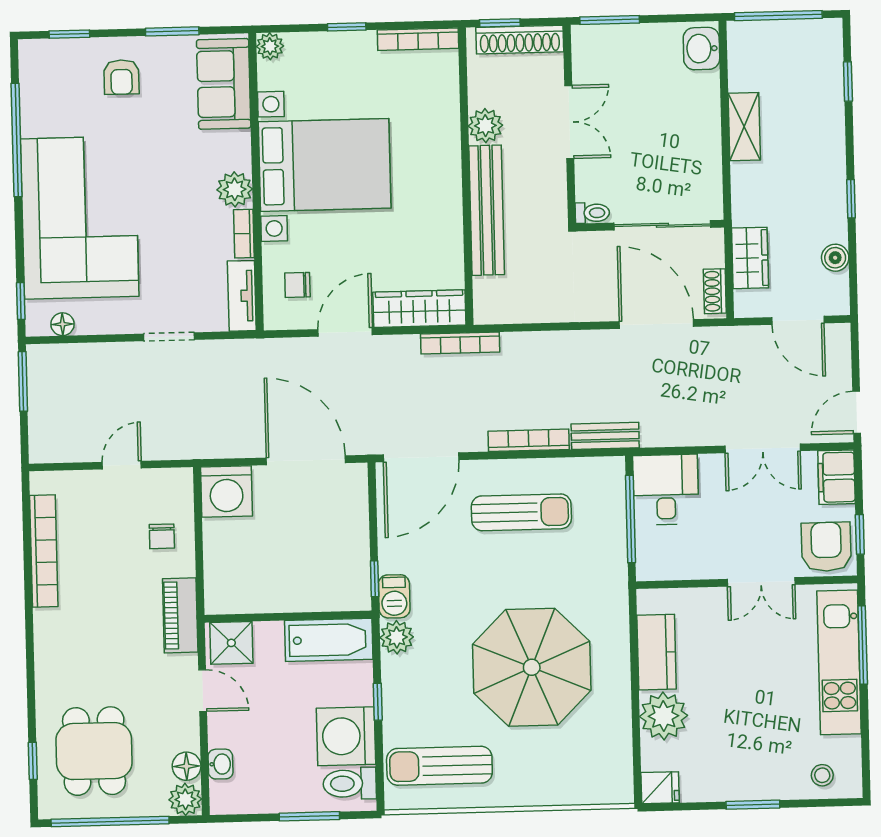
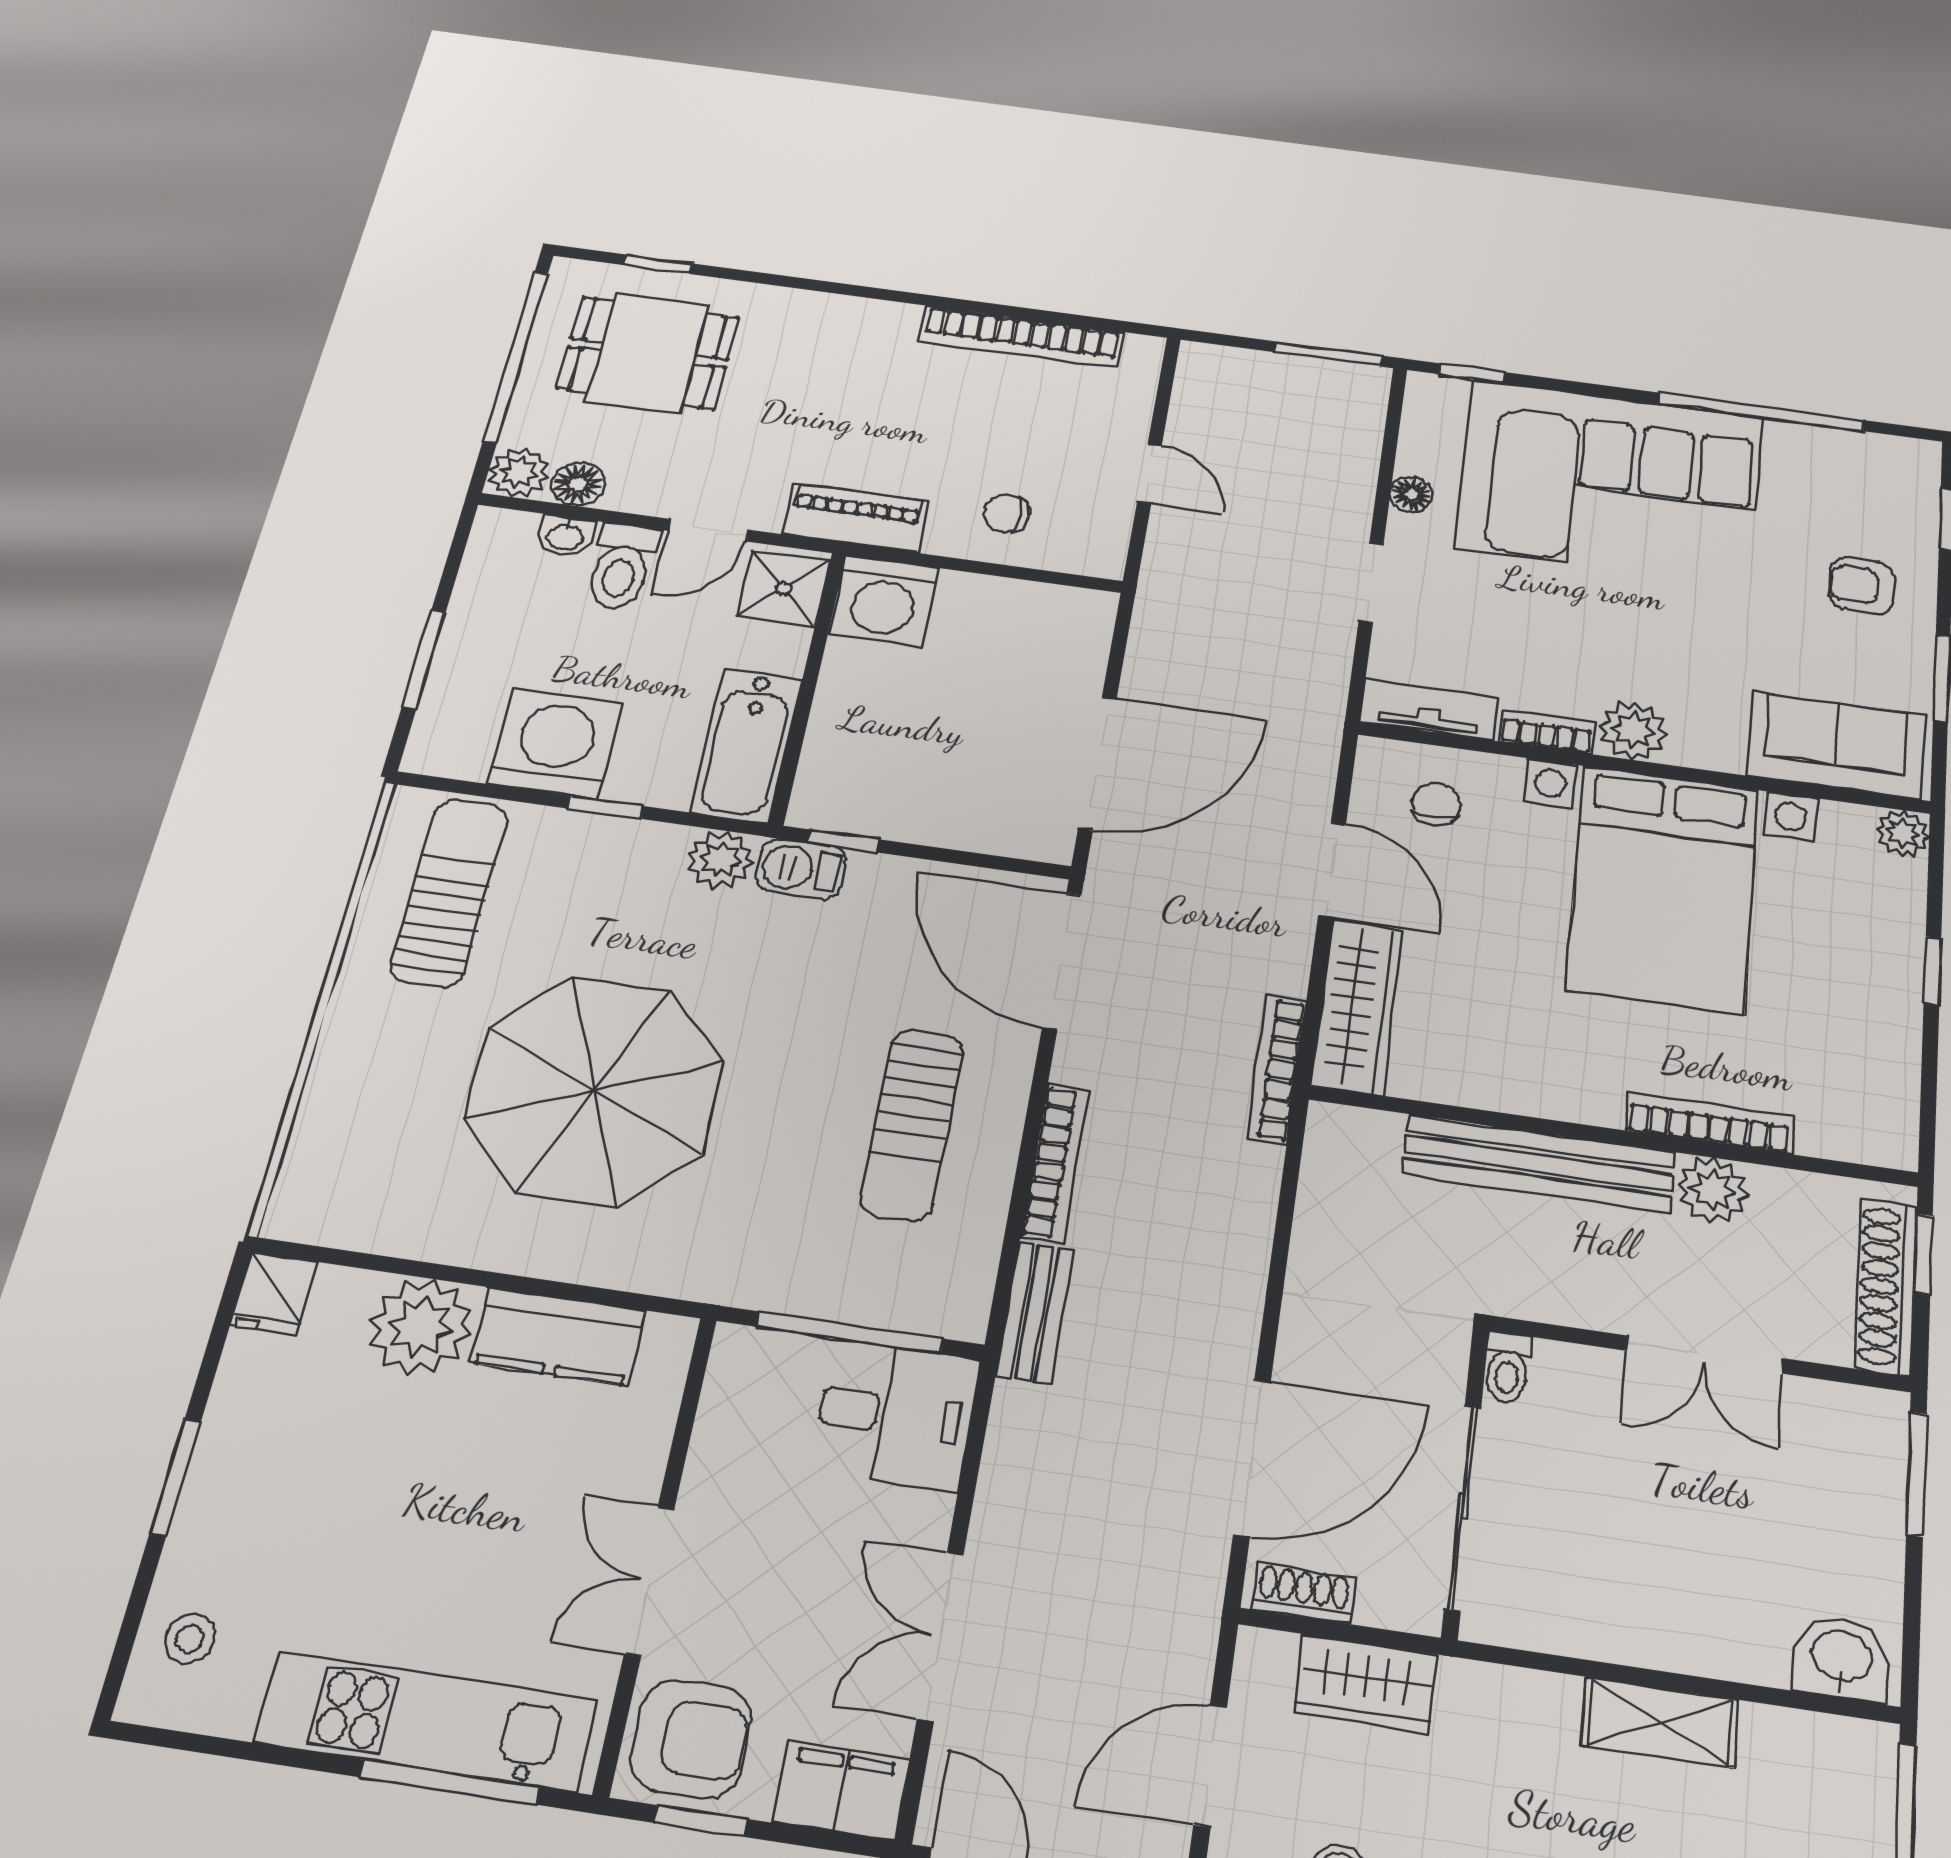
bookcase: (418, 39) -> (1709, 1123), moved, turned 90
floor lamp: (63, 324) -> (1412, 494), moved
washing machine: (226, 491) -> (884, 601), moved, turned -90
toilet: (350, 784) -> (622, 566), moved, turned 180

